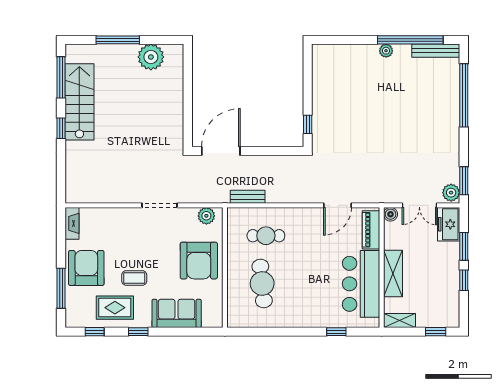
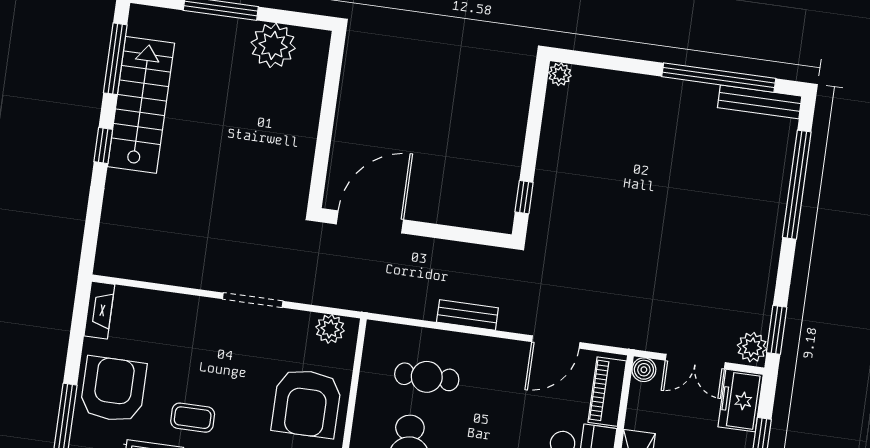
plant: (386, 51) -> (560, 74), moved
bench: (248, 197) -> (467, 315), moved

